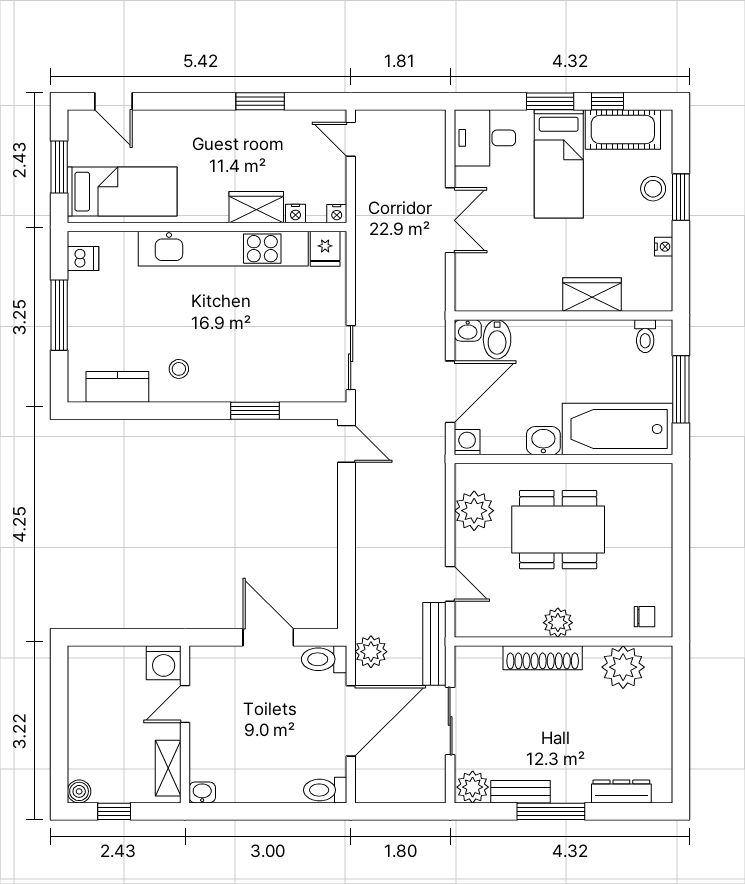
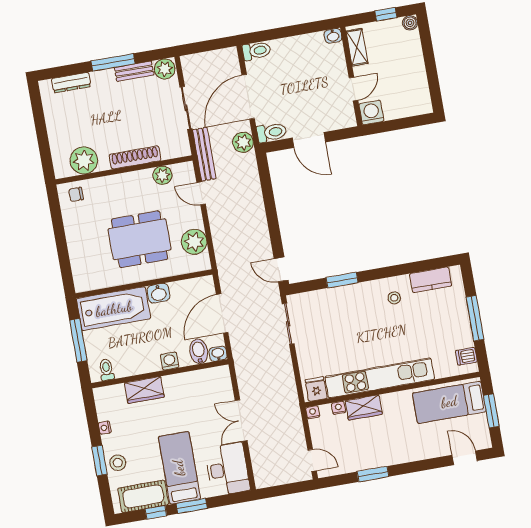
desk: (485, 138) -> (227, 469), width x1.37
washing machine: (467, 442) -> (170, 361), moved, turned 180
plant: (558, 623) -> (163, 175), moved

